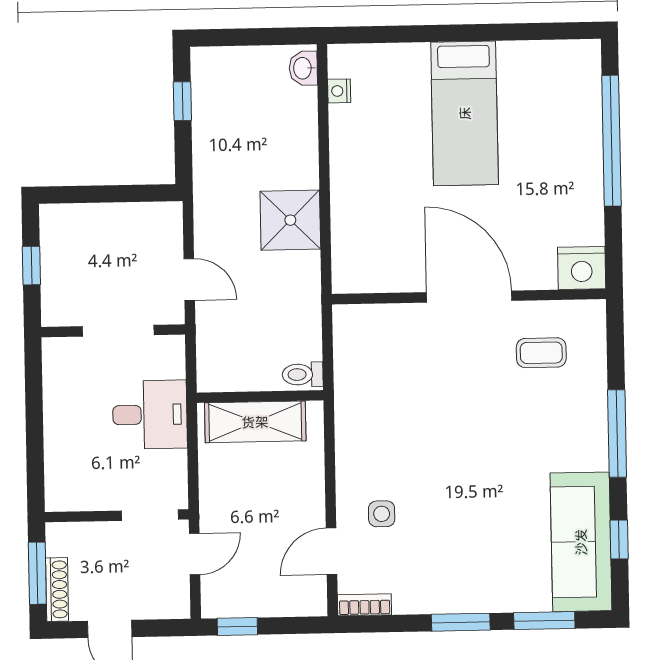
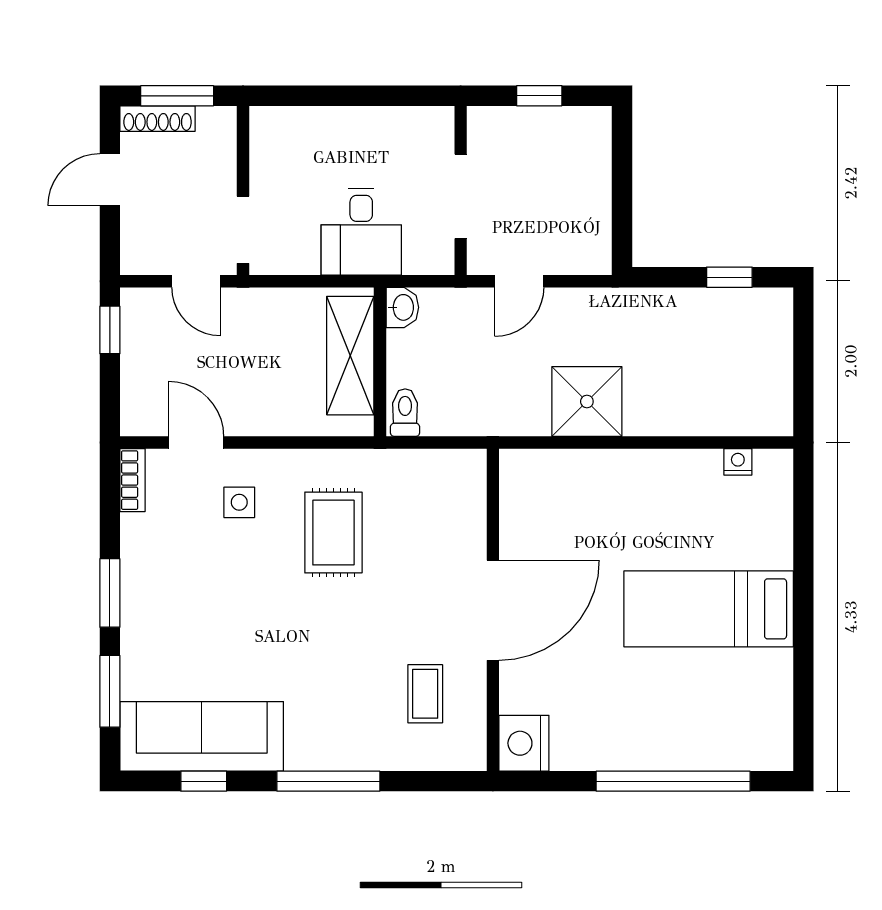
washbasin: (303, 68) -> (402, 307), moved, turned 90
rug: (406, 433) -> (333, 533), added

